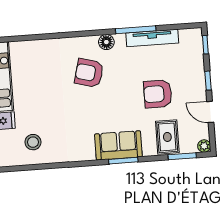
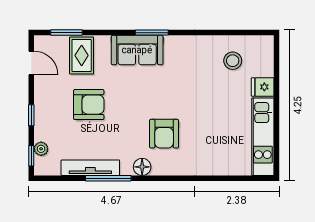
armchair: (89, 73) -> (164, 134), turned 75
door: (210, 112) -> (31, 63), moved
plant: (204, 146) -> (41, 149), moved
window: (123, 161) -> (152, 33), moved

